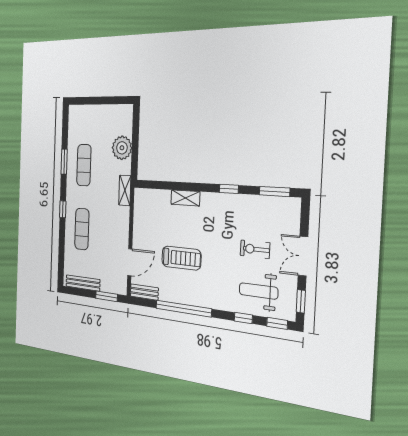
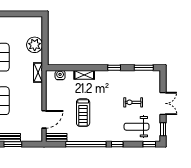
water cooler: (153, 196) -> (60, 75), added
double door: (303, 256) -> (163, 103), swing flipped
treadmill: (181, 258) -> (83, 113), turned 90
window: (107, 296) -> (13, 144), moved
window: (243, 318) -> (117, 144), moved

